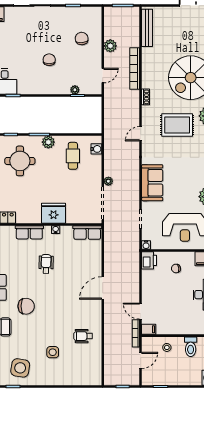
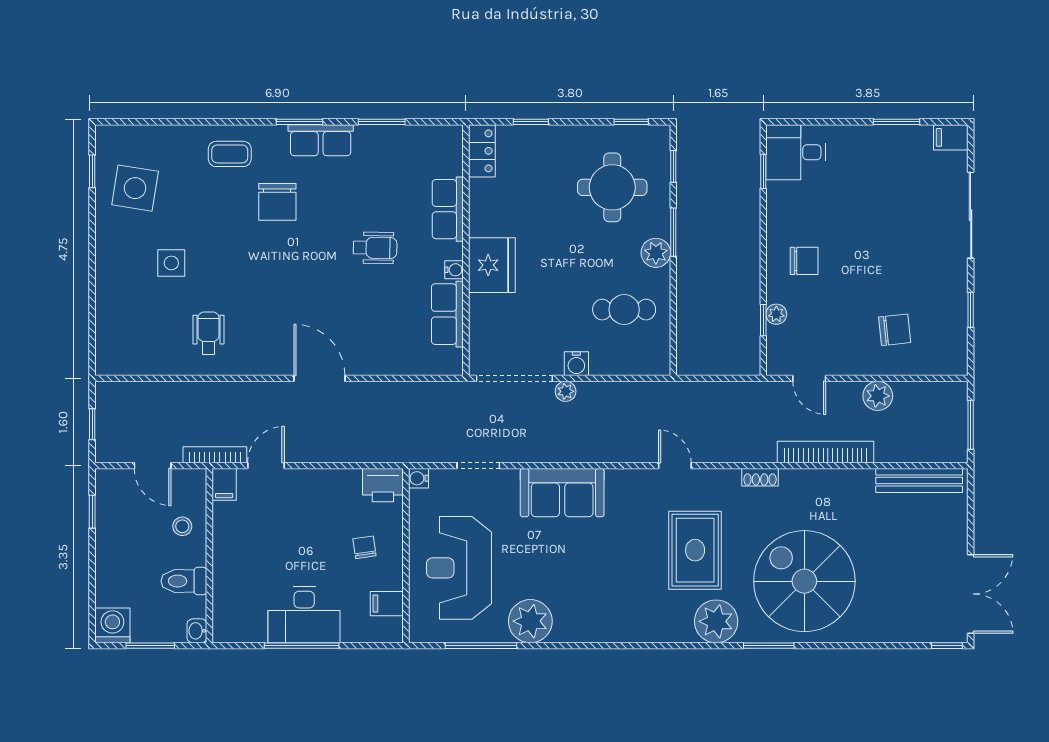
chair: (49, 60) -> (804, 261), moved
water cooler: (96, 149) -> (576, 364), moved
row of seats: (87, 232) -> (447, 314), moved

